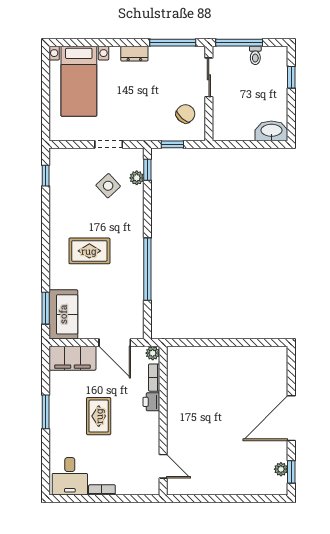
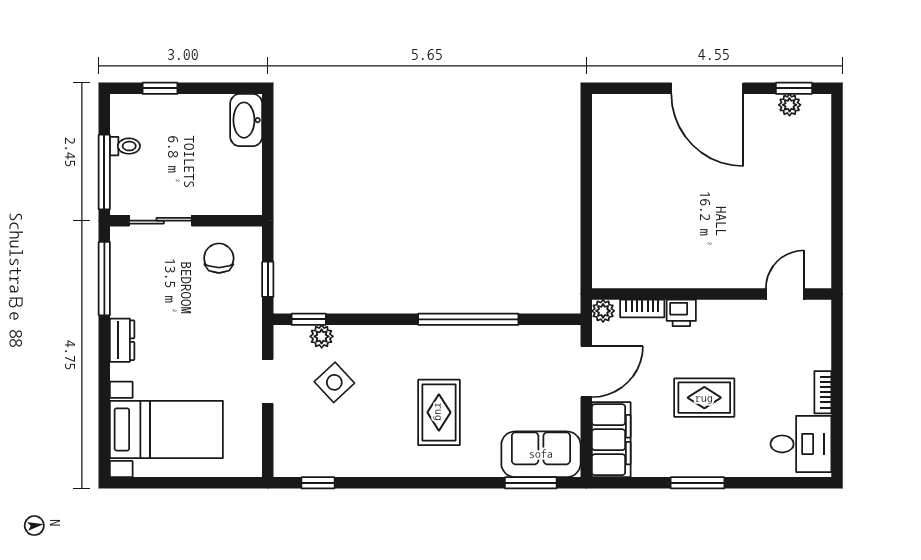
chair: (185, 114) -> (219, 258), turned 49

